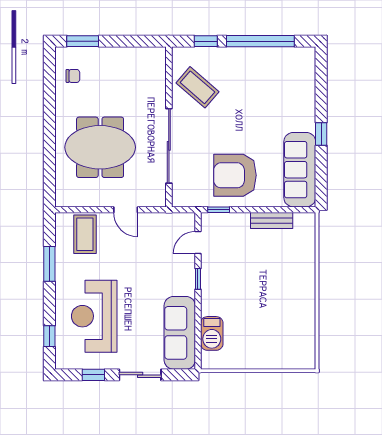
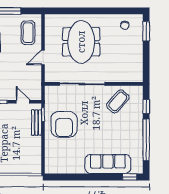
window: (321, 134) -> (130, 177), moved
sofa: (300, 170) -> (108, 164), moved
armchair: (235, 175) -> (64, 124), turned 180
bench: (272, 220) -> (36, 123), moved
coffee table: (85, 234) -> (28, 33), turned 90

